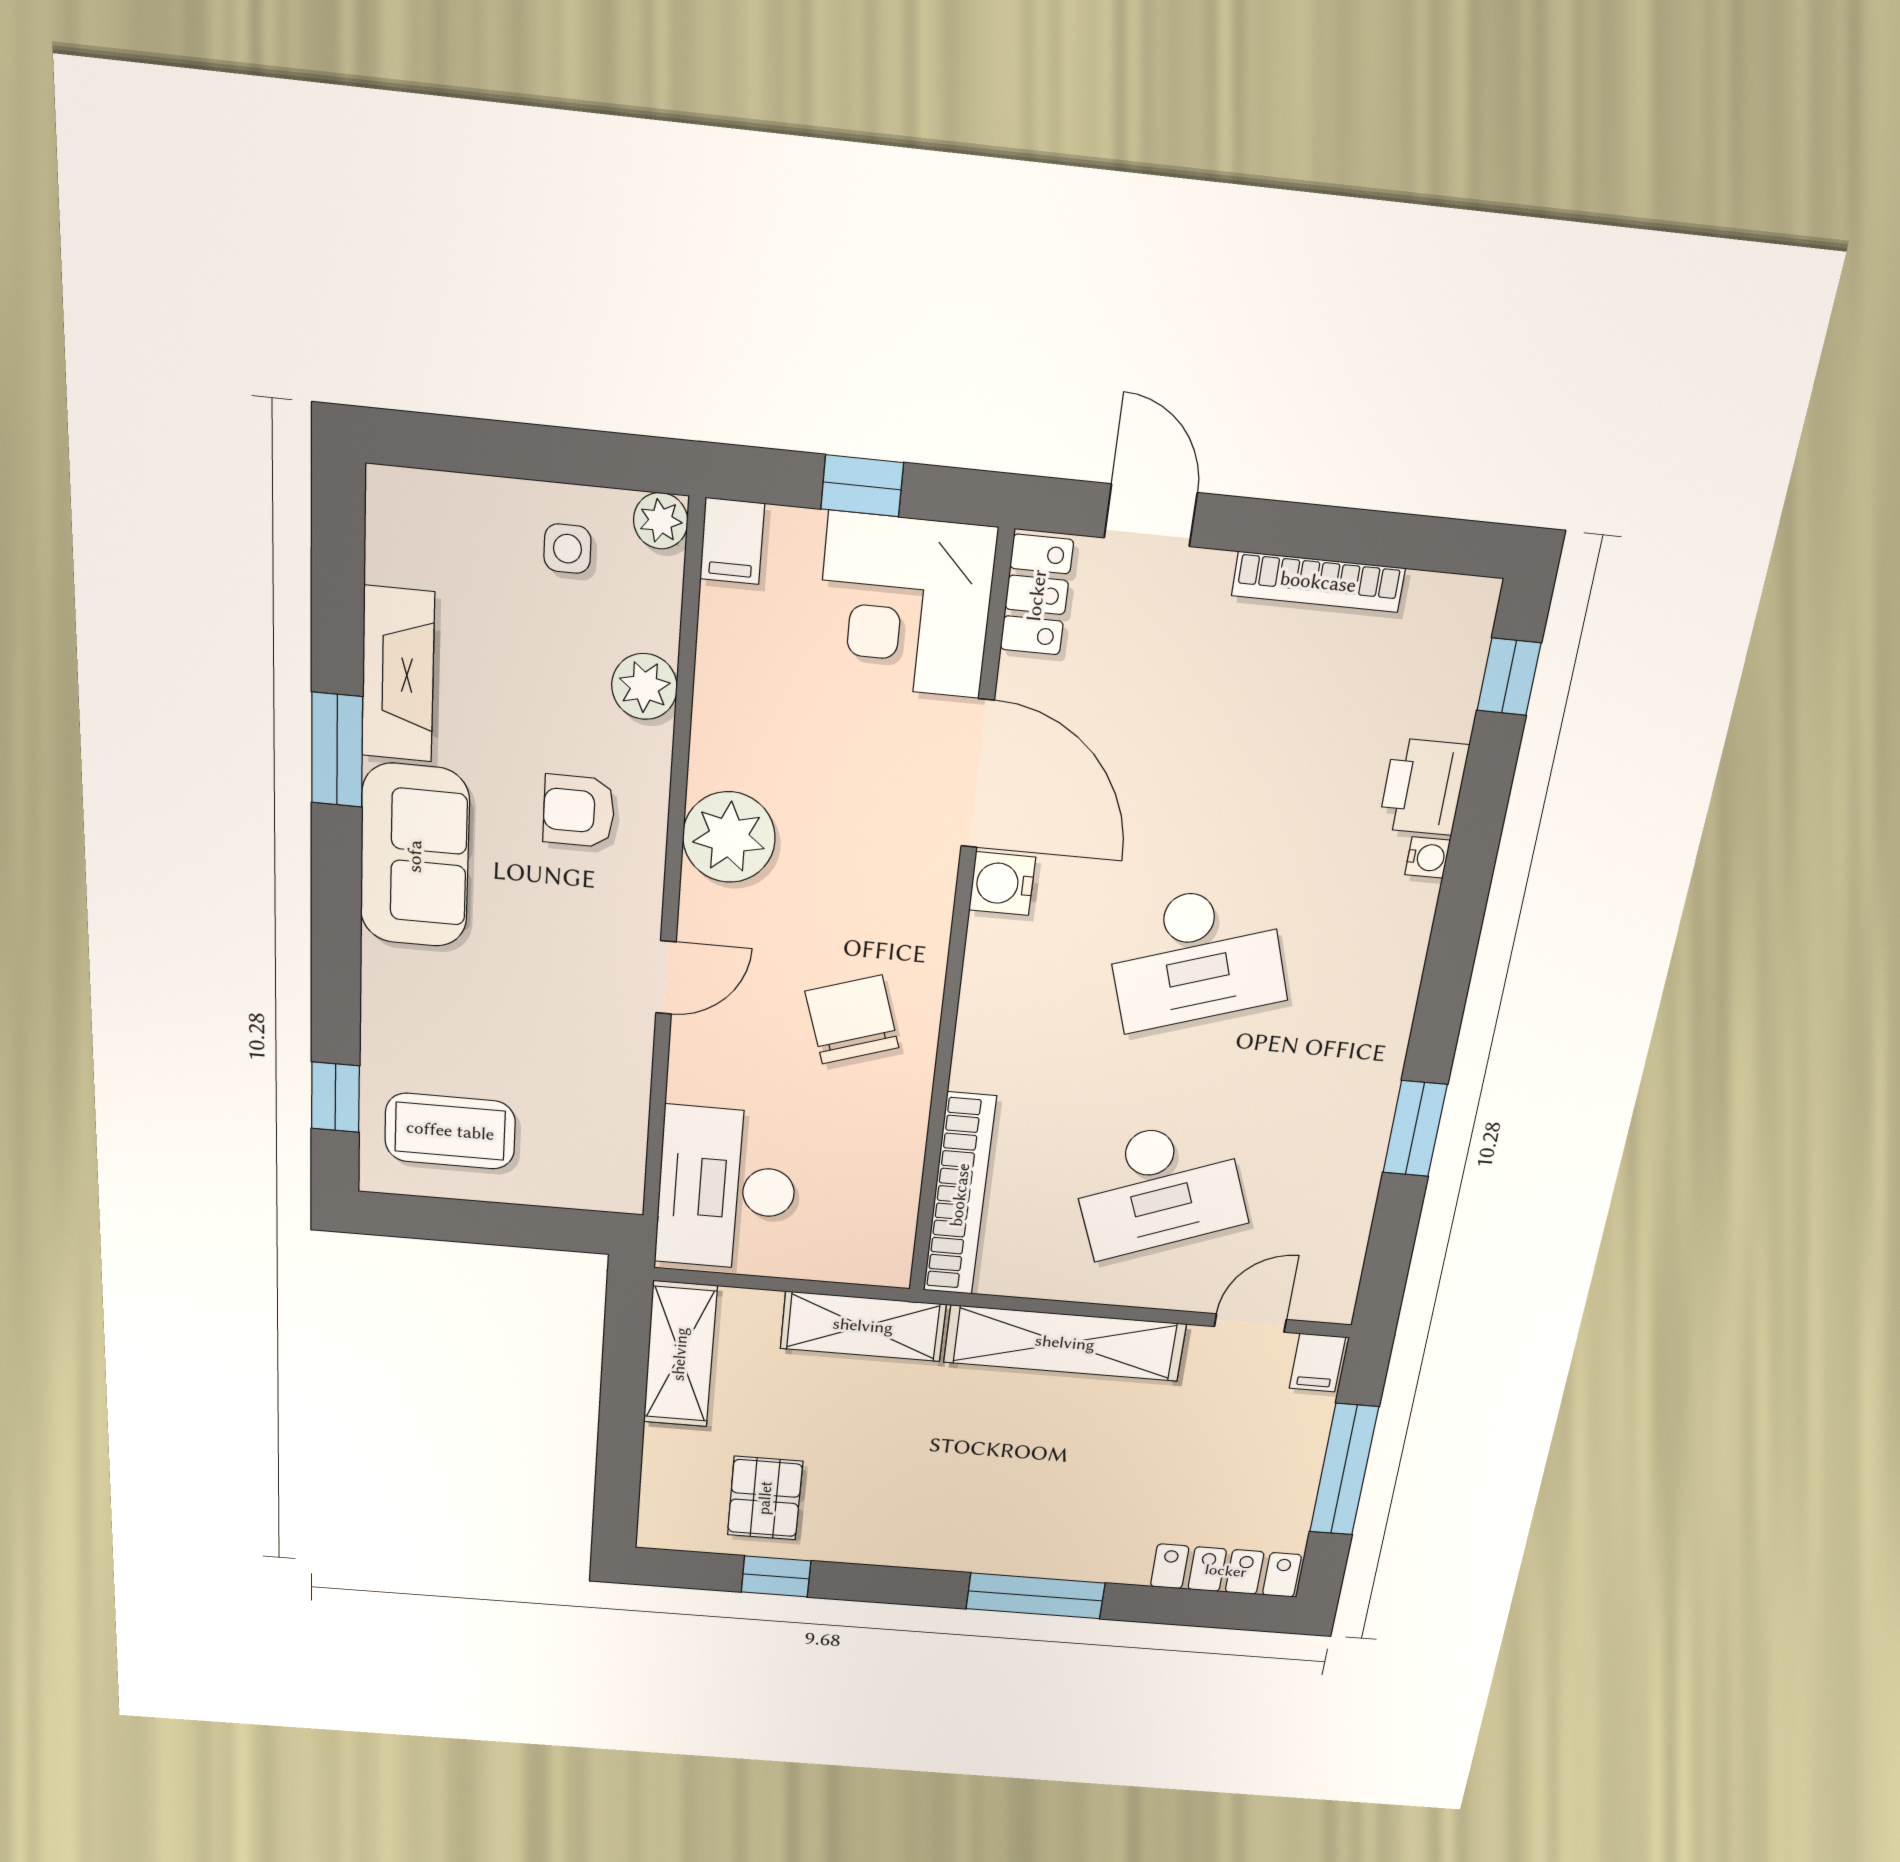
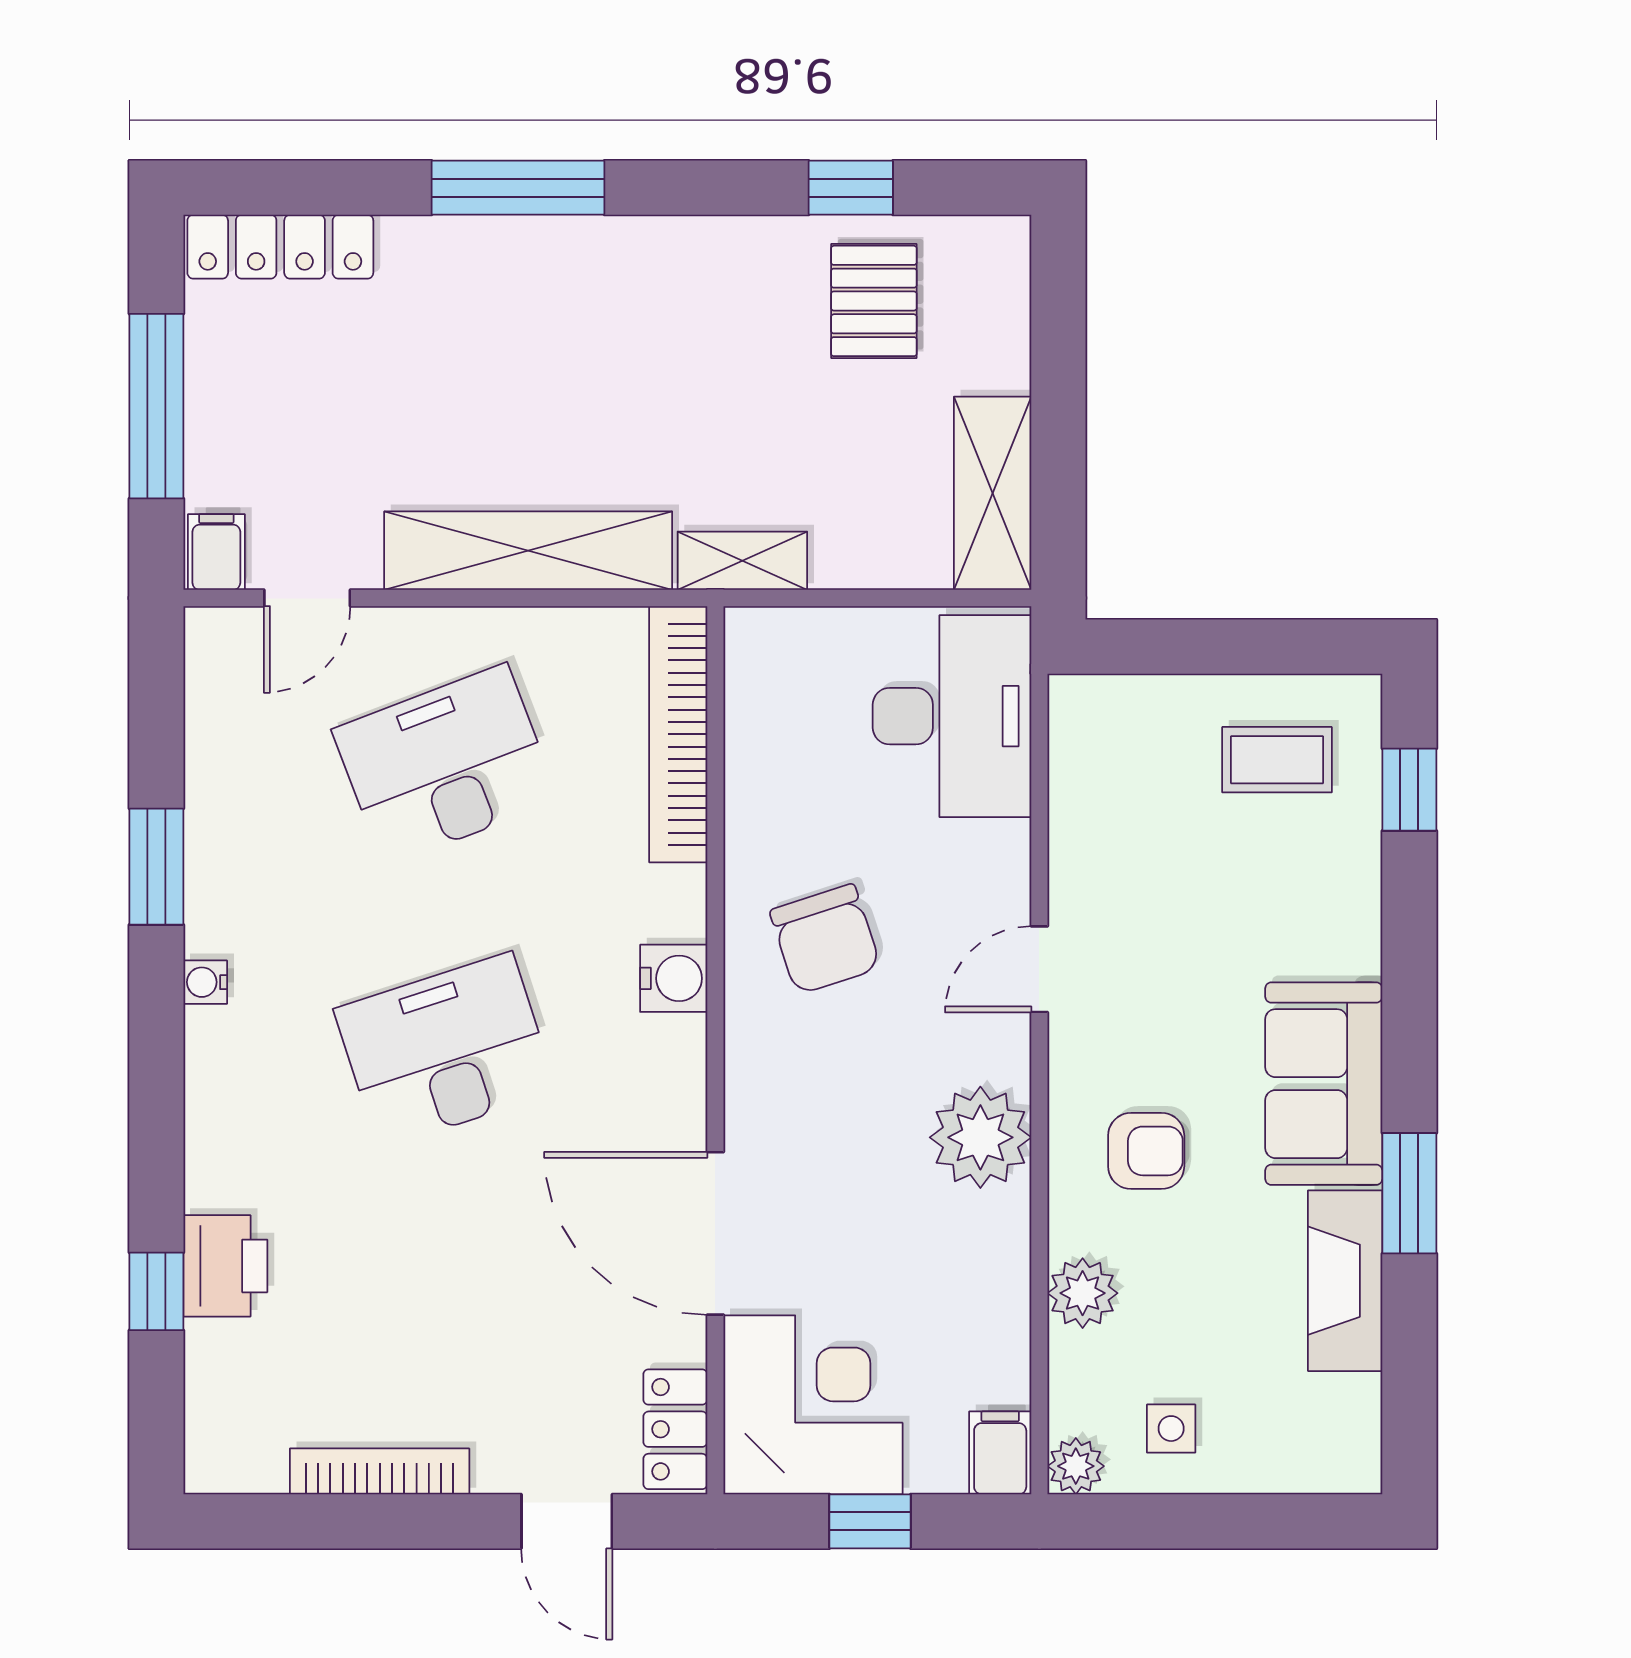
window: (1509, 677) -> (156, 1291), moved
water cooler: (1428, 857) -> (205, 982), moved
water cooler: (1002, 884) -> (674, 978), moved
coffee table: (450, 1131) -> (1277, 760), width x0.73, depth x0.77
shelving: (863, 1326) -> (742, 561), width x0.67, depth x0.75

